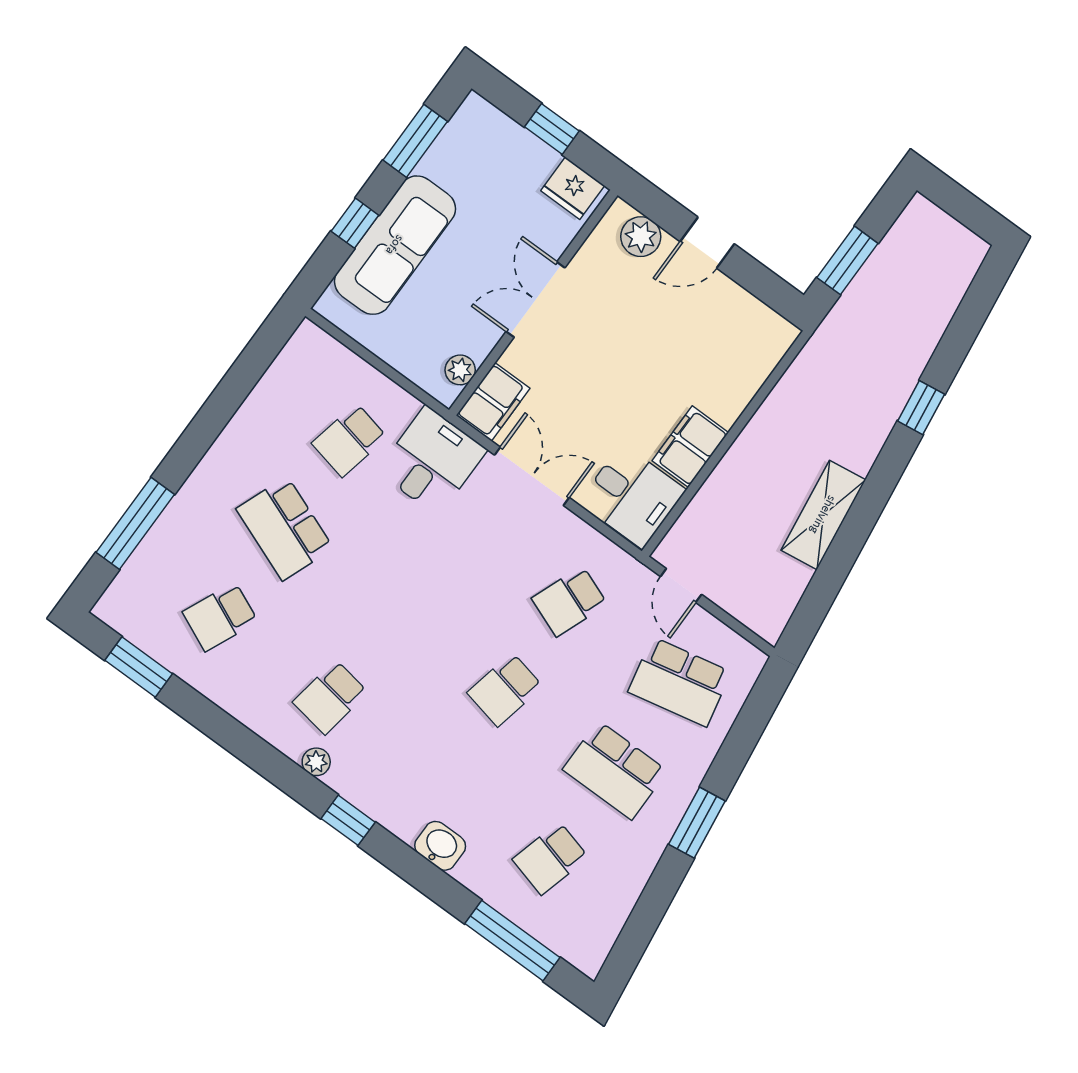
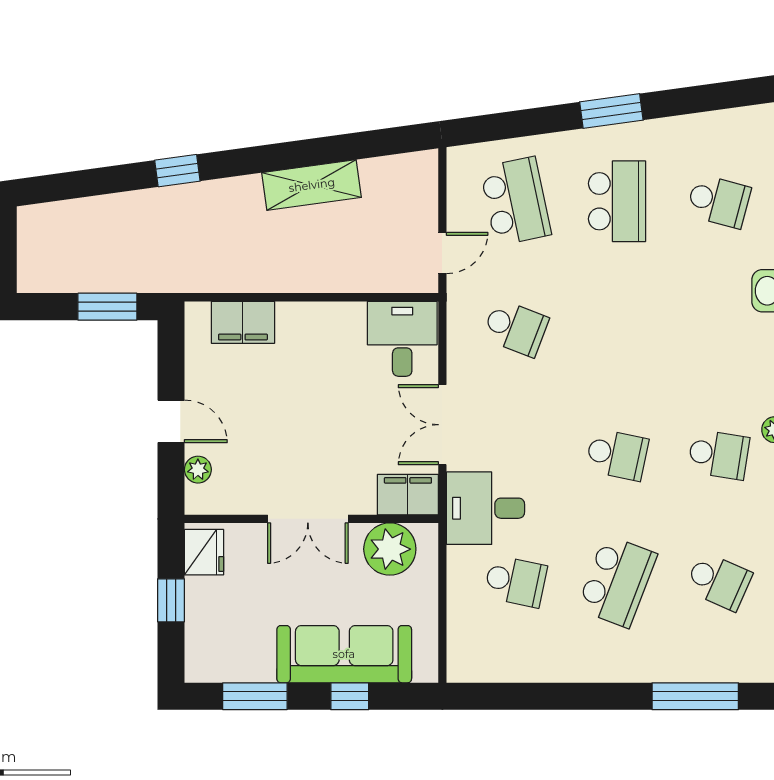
plant: (641, 237) -> (198, 470), width x0.73, depth x0.73
plant: (460, 370) -> (390, 549), width x1.87, depth x1.87
filing cabinet: (690, 447) -> (243, 322), moved
school desk: (505, 690) -> (617, 455), moved

